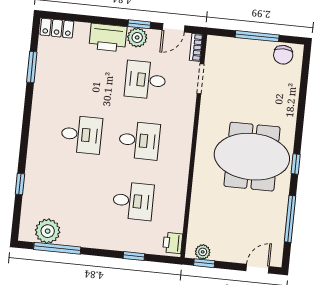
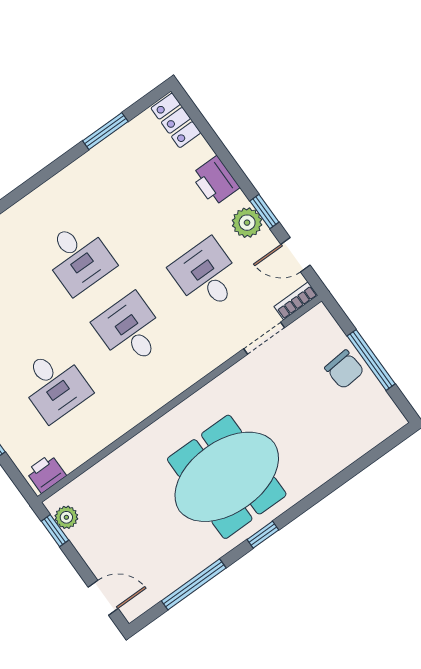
printer: (108, 38) -> (215, 181), width x0.73, depth x0.84
chair: (283, 55) -> (344, 369), moved, turned -95
desk: (139, 140) -> (130, 330), turned 180
meeting table: (252, 157) -> (227, 477), turned 90

